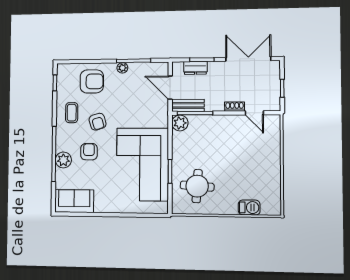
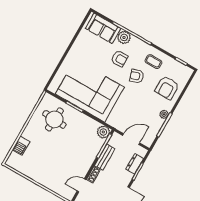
bench: (188, 105) -> (105, 157), moved
sofa: (74, 201) -> (103, 28), moved, turned 90

